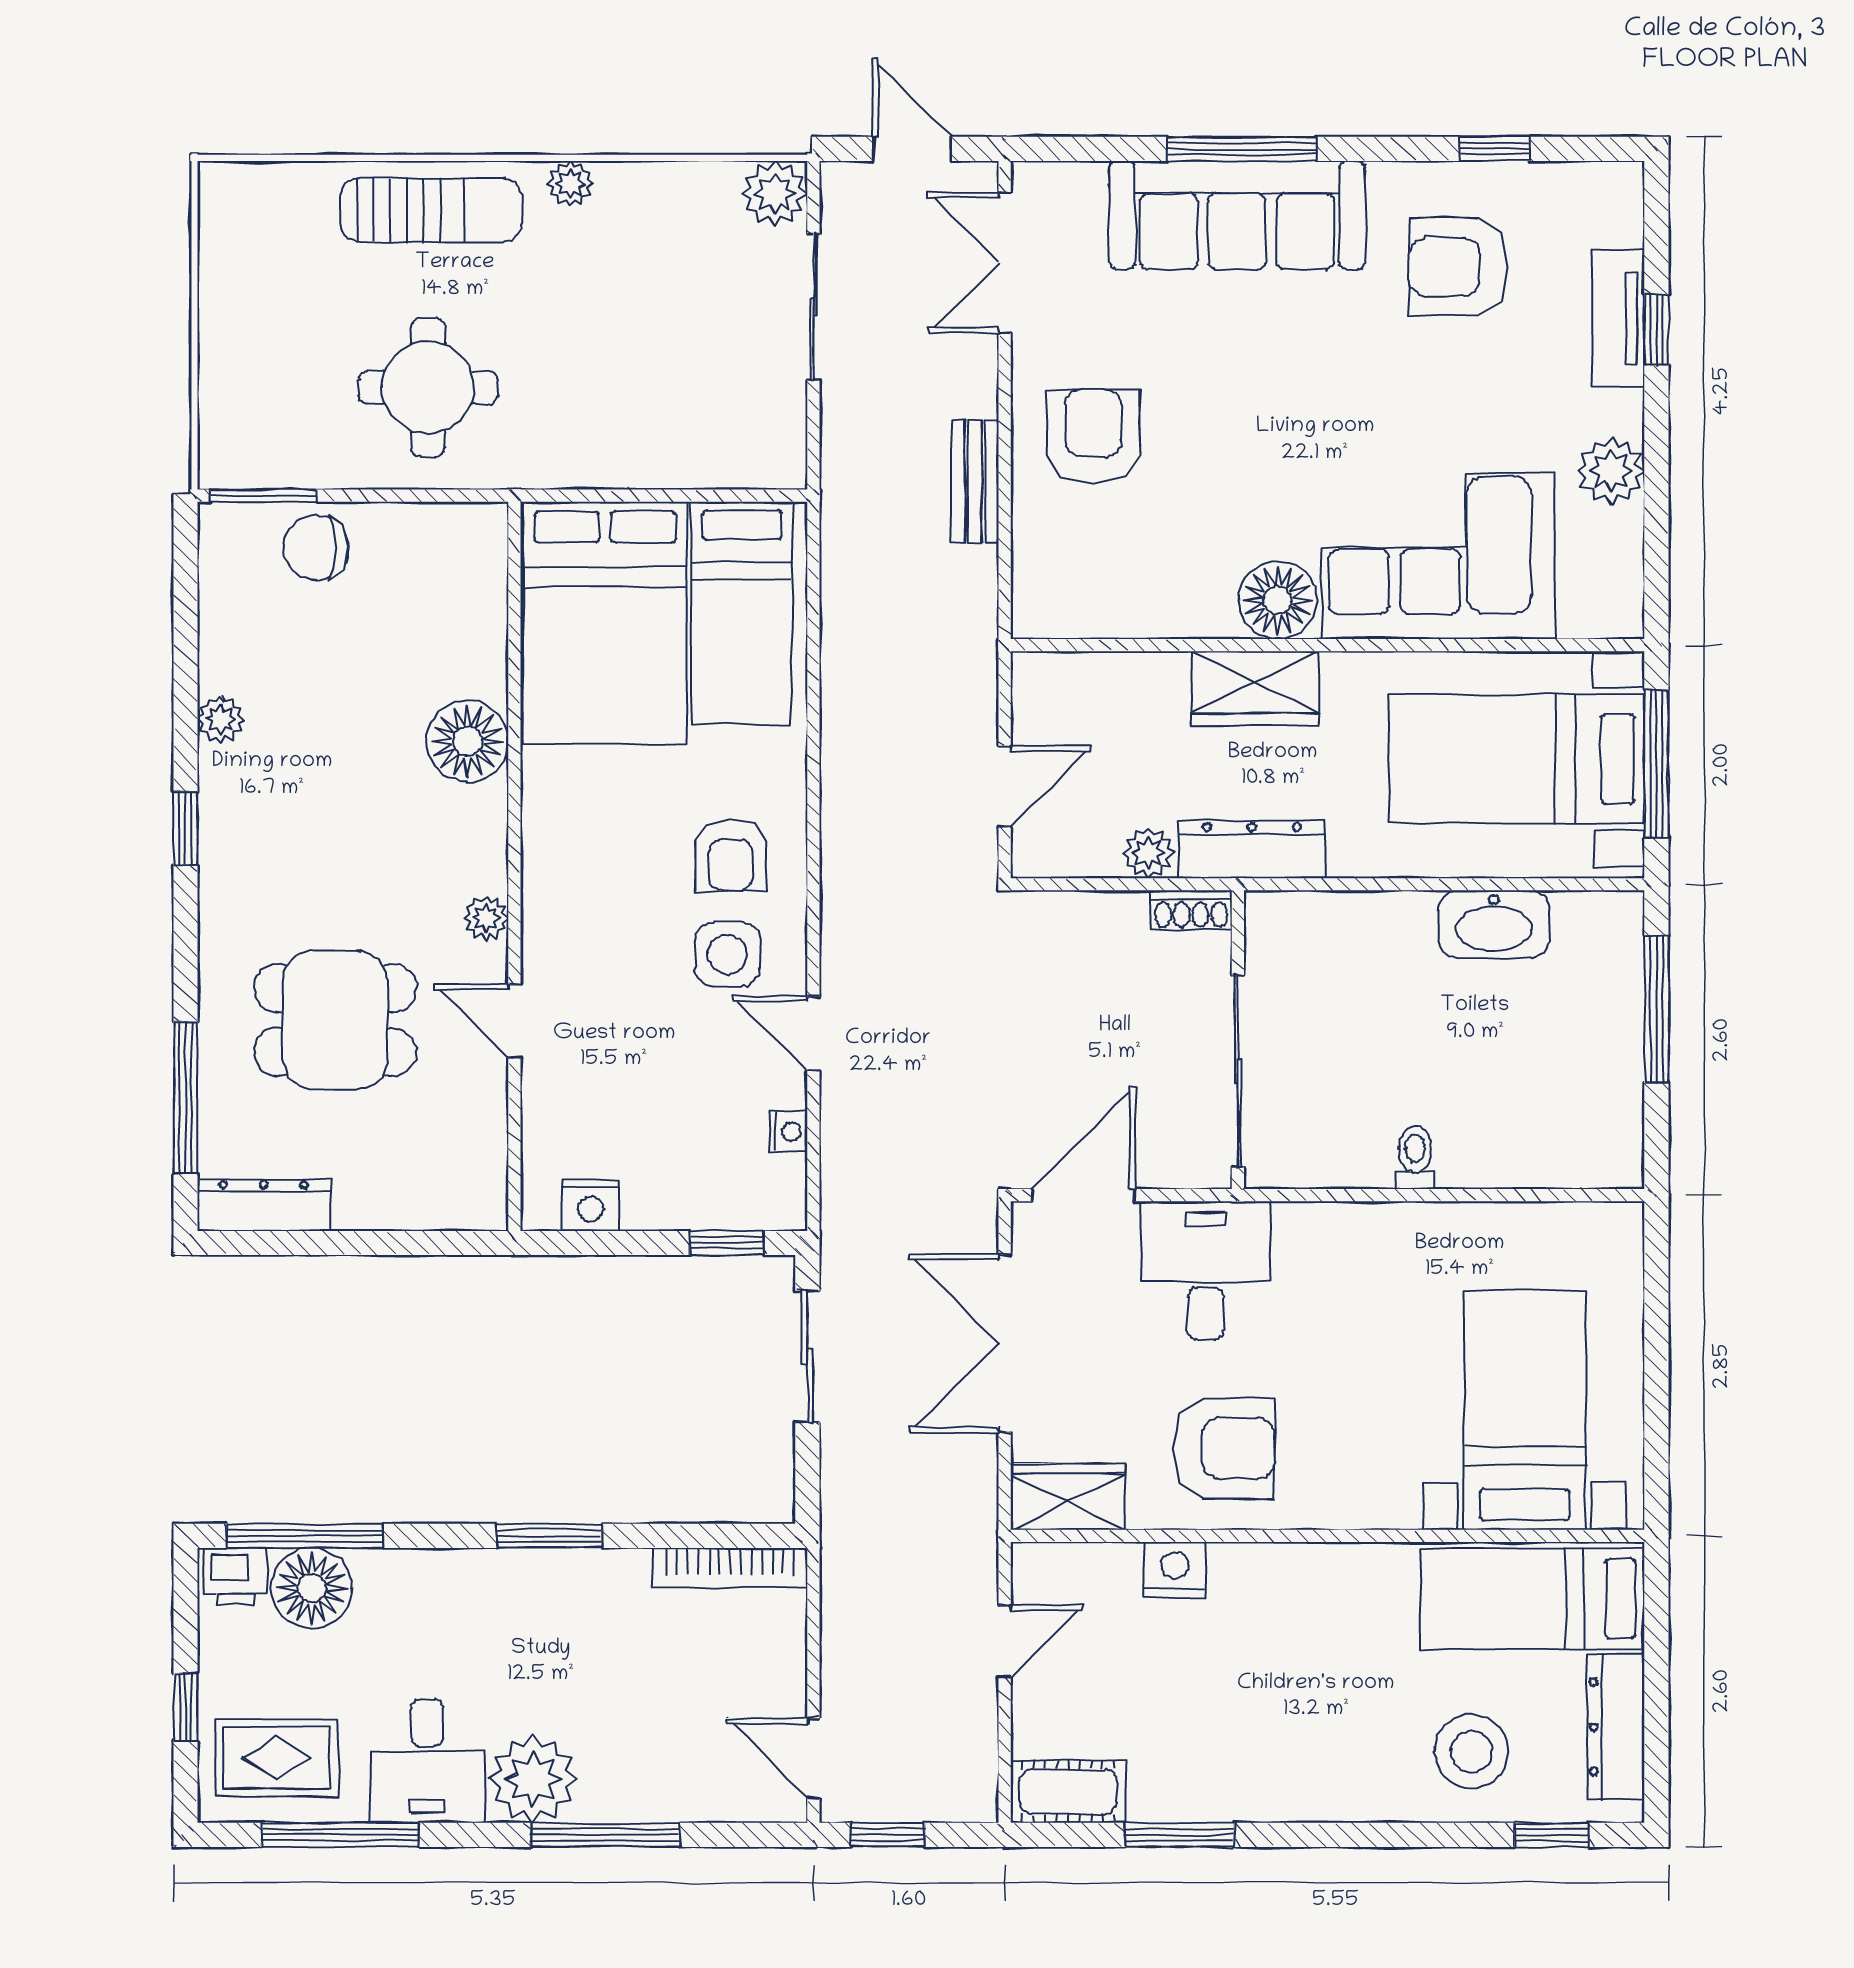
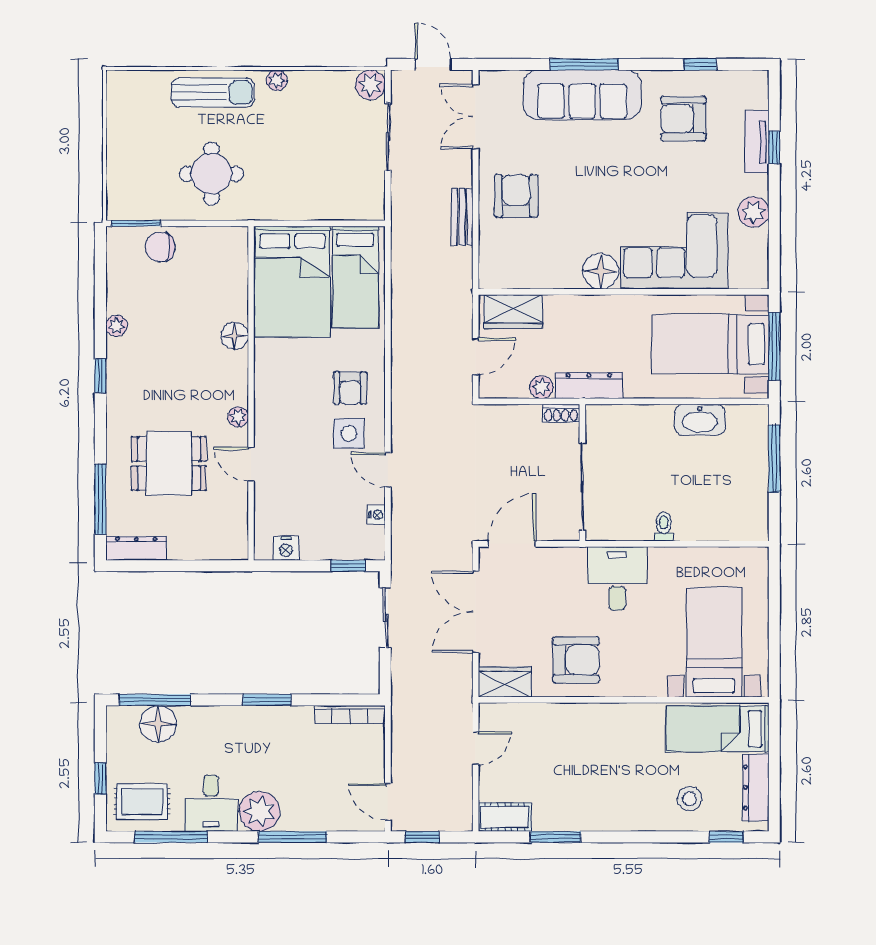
wardrobe: (1255, 688) -> (513, 312), moved
floor lamp: (467, 741) -> (235, 336), width x0.73, depth x0.73
desk: (1206, 1271) -> (617, 578), moved
nightstand: (1175, 1570) -> (554, 715), removed
printer: (235, 1577) -> (123, 719), removed
stool: (1471, 1752) -> (689, 799), width x0.73, depth x0.73

